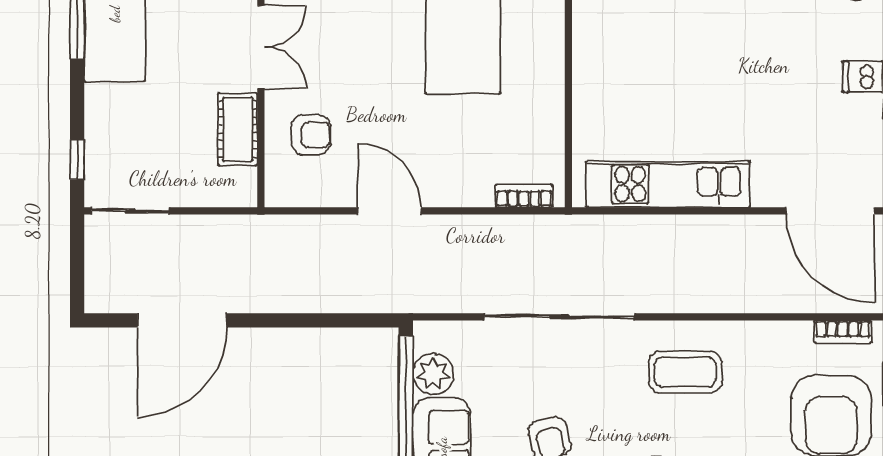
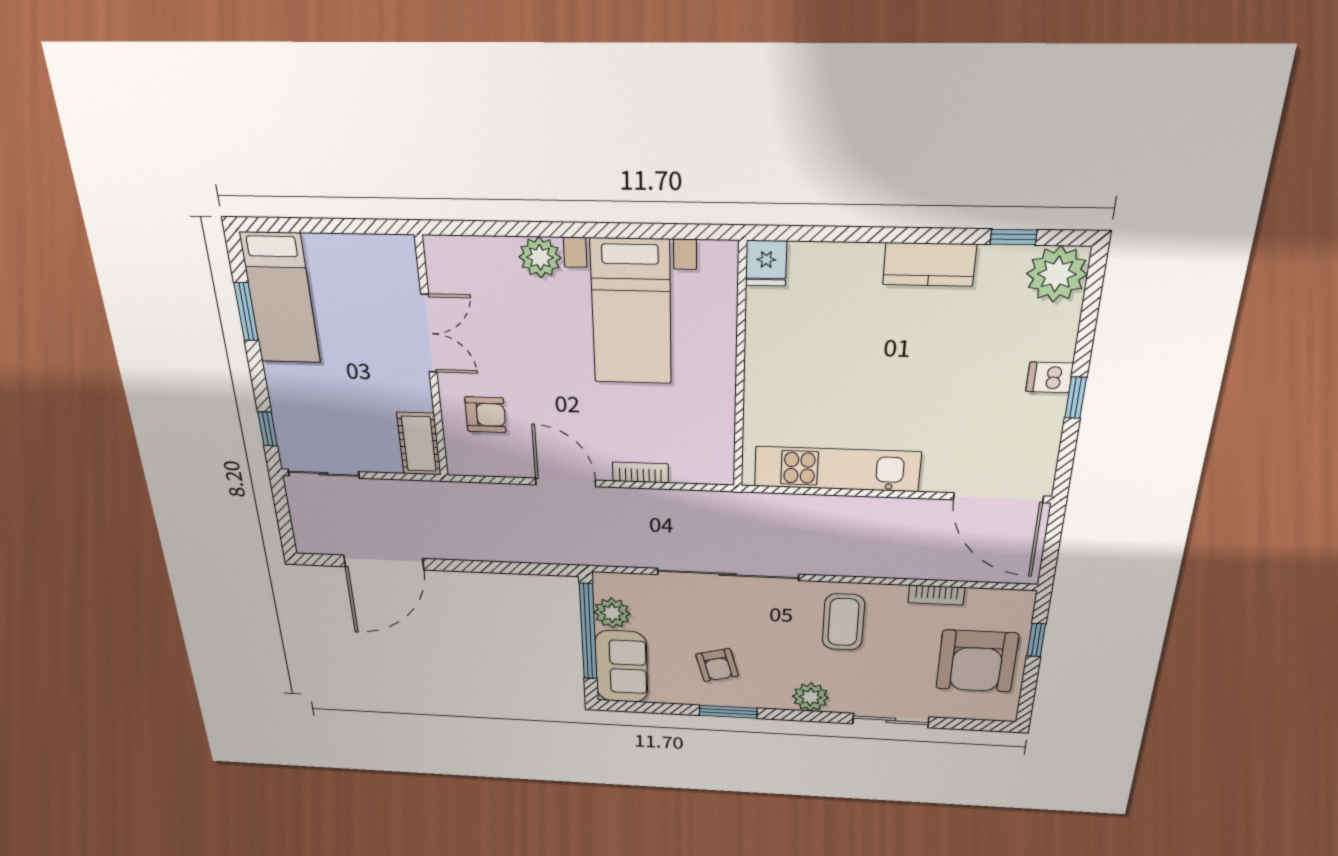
cot: (238, 129) -> (419, 444), moved
bookcase: (524, 196) -> (640, 472), moved
bookcase: (843, 332) -> (936, 595), moved
coffee table: (685, 372) -> (843, 622), turned 90

